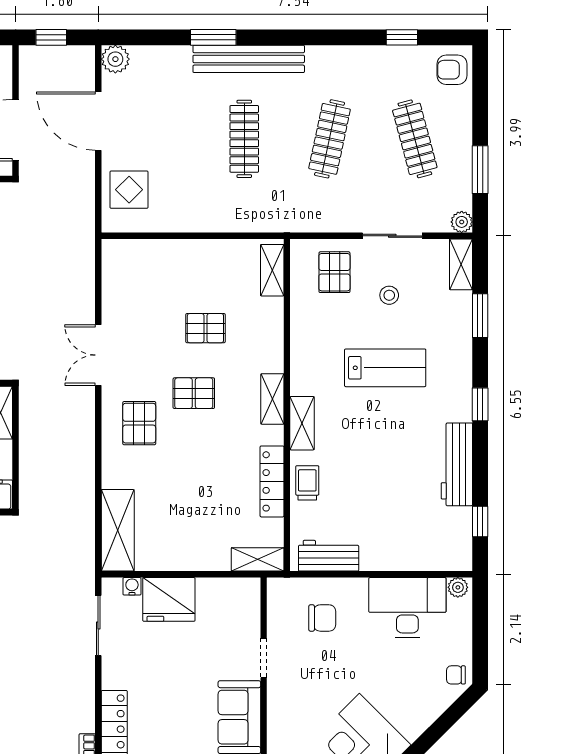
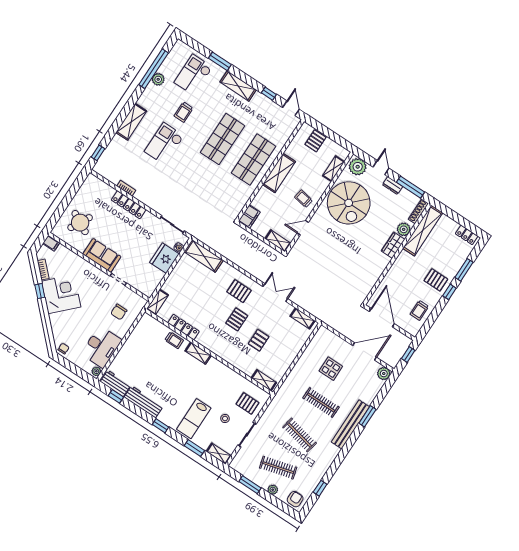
display table: (129, 190) -> (331, 369), moved
plant: (462, 222) -> (273, 490), moved
lab bench: (385, 368) -> (194, 419), moved
shelving: (272, 399) -> (303, 319), moved
workbench: (329, 556) -> (115, 383), moved, turned -90

